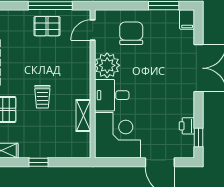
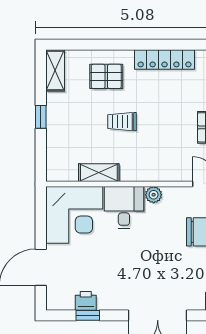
plant: (107, 65) -> (154, 195), width x0.53, depth x0.53
window: (198, 138) -> (88, 315), moved

